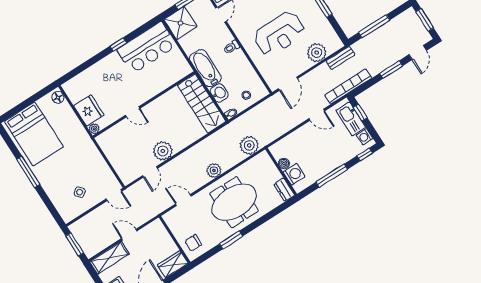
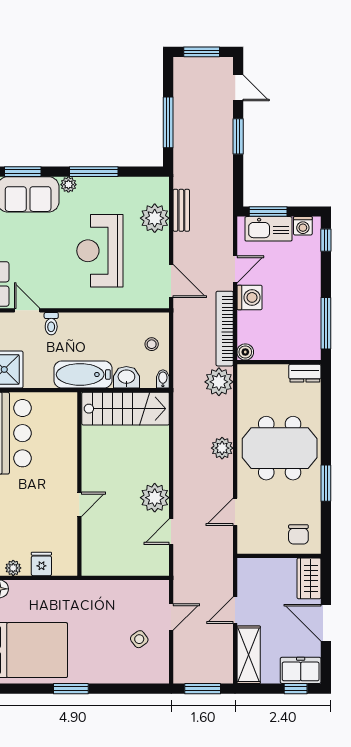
reception desk: (279, 34) -> (100, 251), turned 180
toilet: (231, 47) -> (51, 324), moved
bench: (341, 58) -> (181, 210), moved
bookcase: (348, 87) -> (225, 329), moved
fridge: (89, 110) -> (41, 564), width x0.53, depth x0.75
window: (360, 113) -> (268, 211), width x1.50
plant: (94, 129) -> (13, 568), moved
boiler: (284, 164) -> (245, 352), moved
window: (28, 172) -> (71, 689), width x0.69
door: (150, 172) -> (171, 532), swing flipped
washing machine: (294, 174) -> (250, 297), moved, turned 90
window: (332, 176) -> (326, 323), moved
door: (114, 195) -> (171, 617), moved
meeting table: (234, 202) -> (280, 448), turned 90

